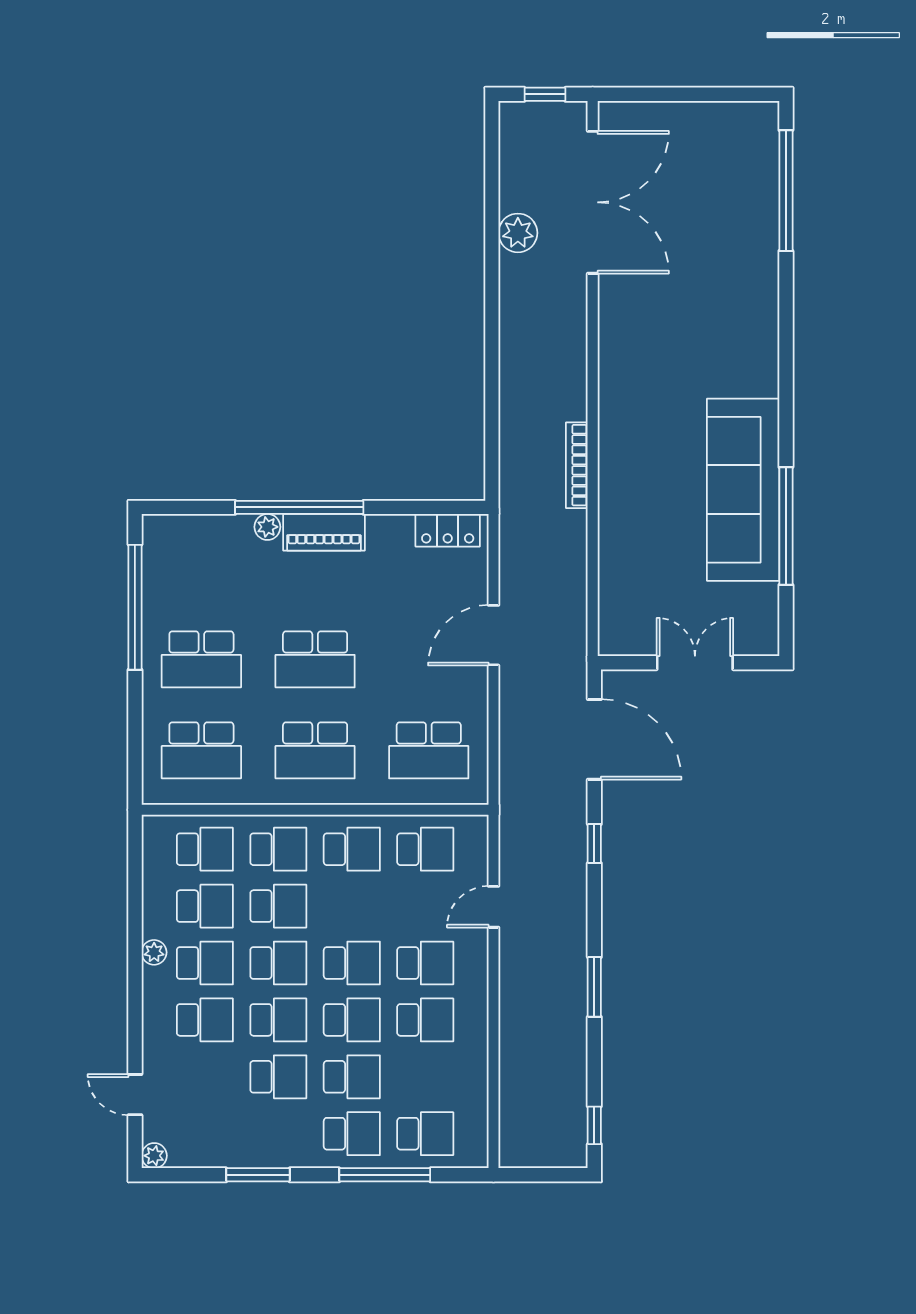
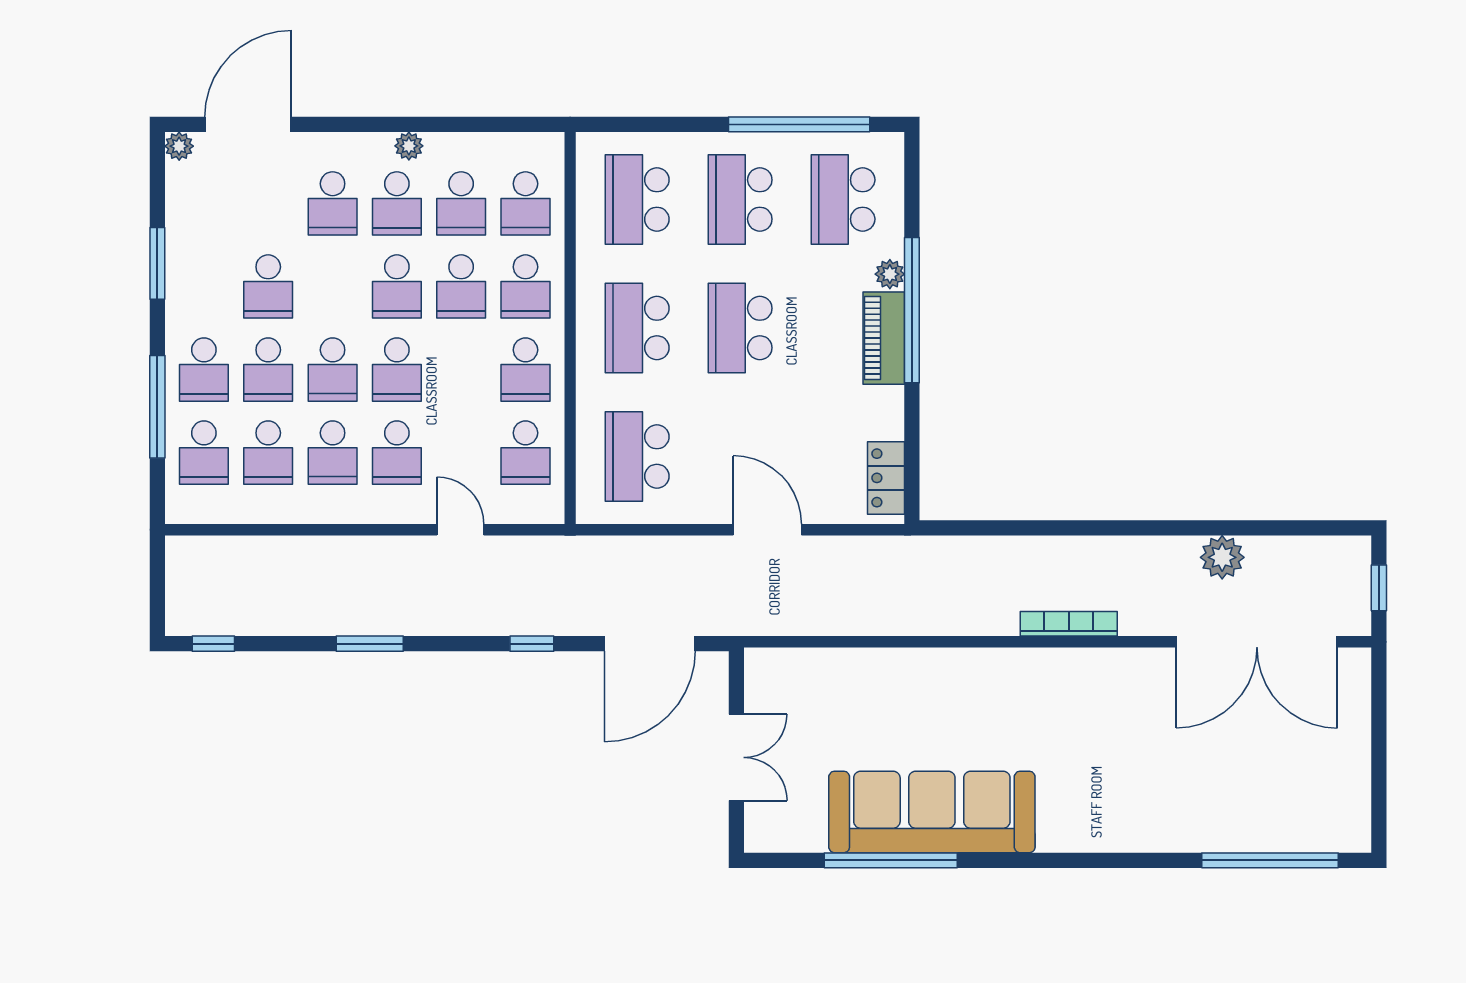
bookcase: (577, 465) -> (1069, 624), moved
school desk: (201, 568) -> (843, 199), added
school desk: (278, 1020) -> (268, 453), moved
door: (135, 1095) -> (248, 124), width x1.87

